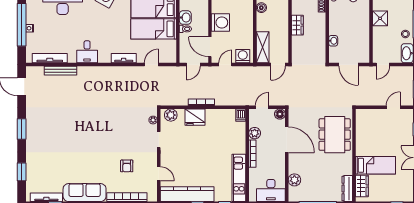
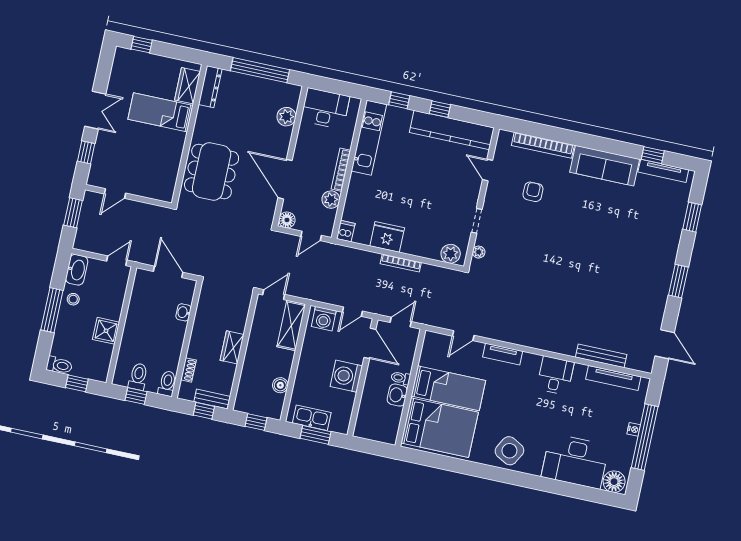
fridge: (195, 117) -> (387, 237), moved

